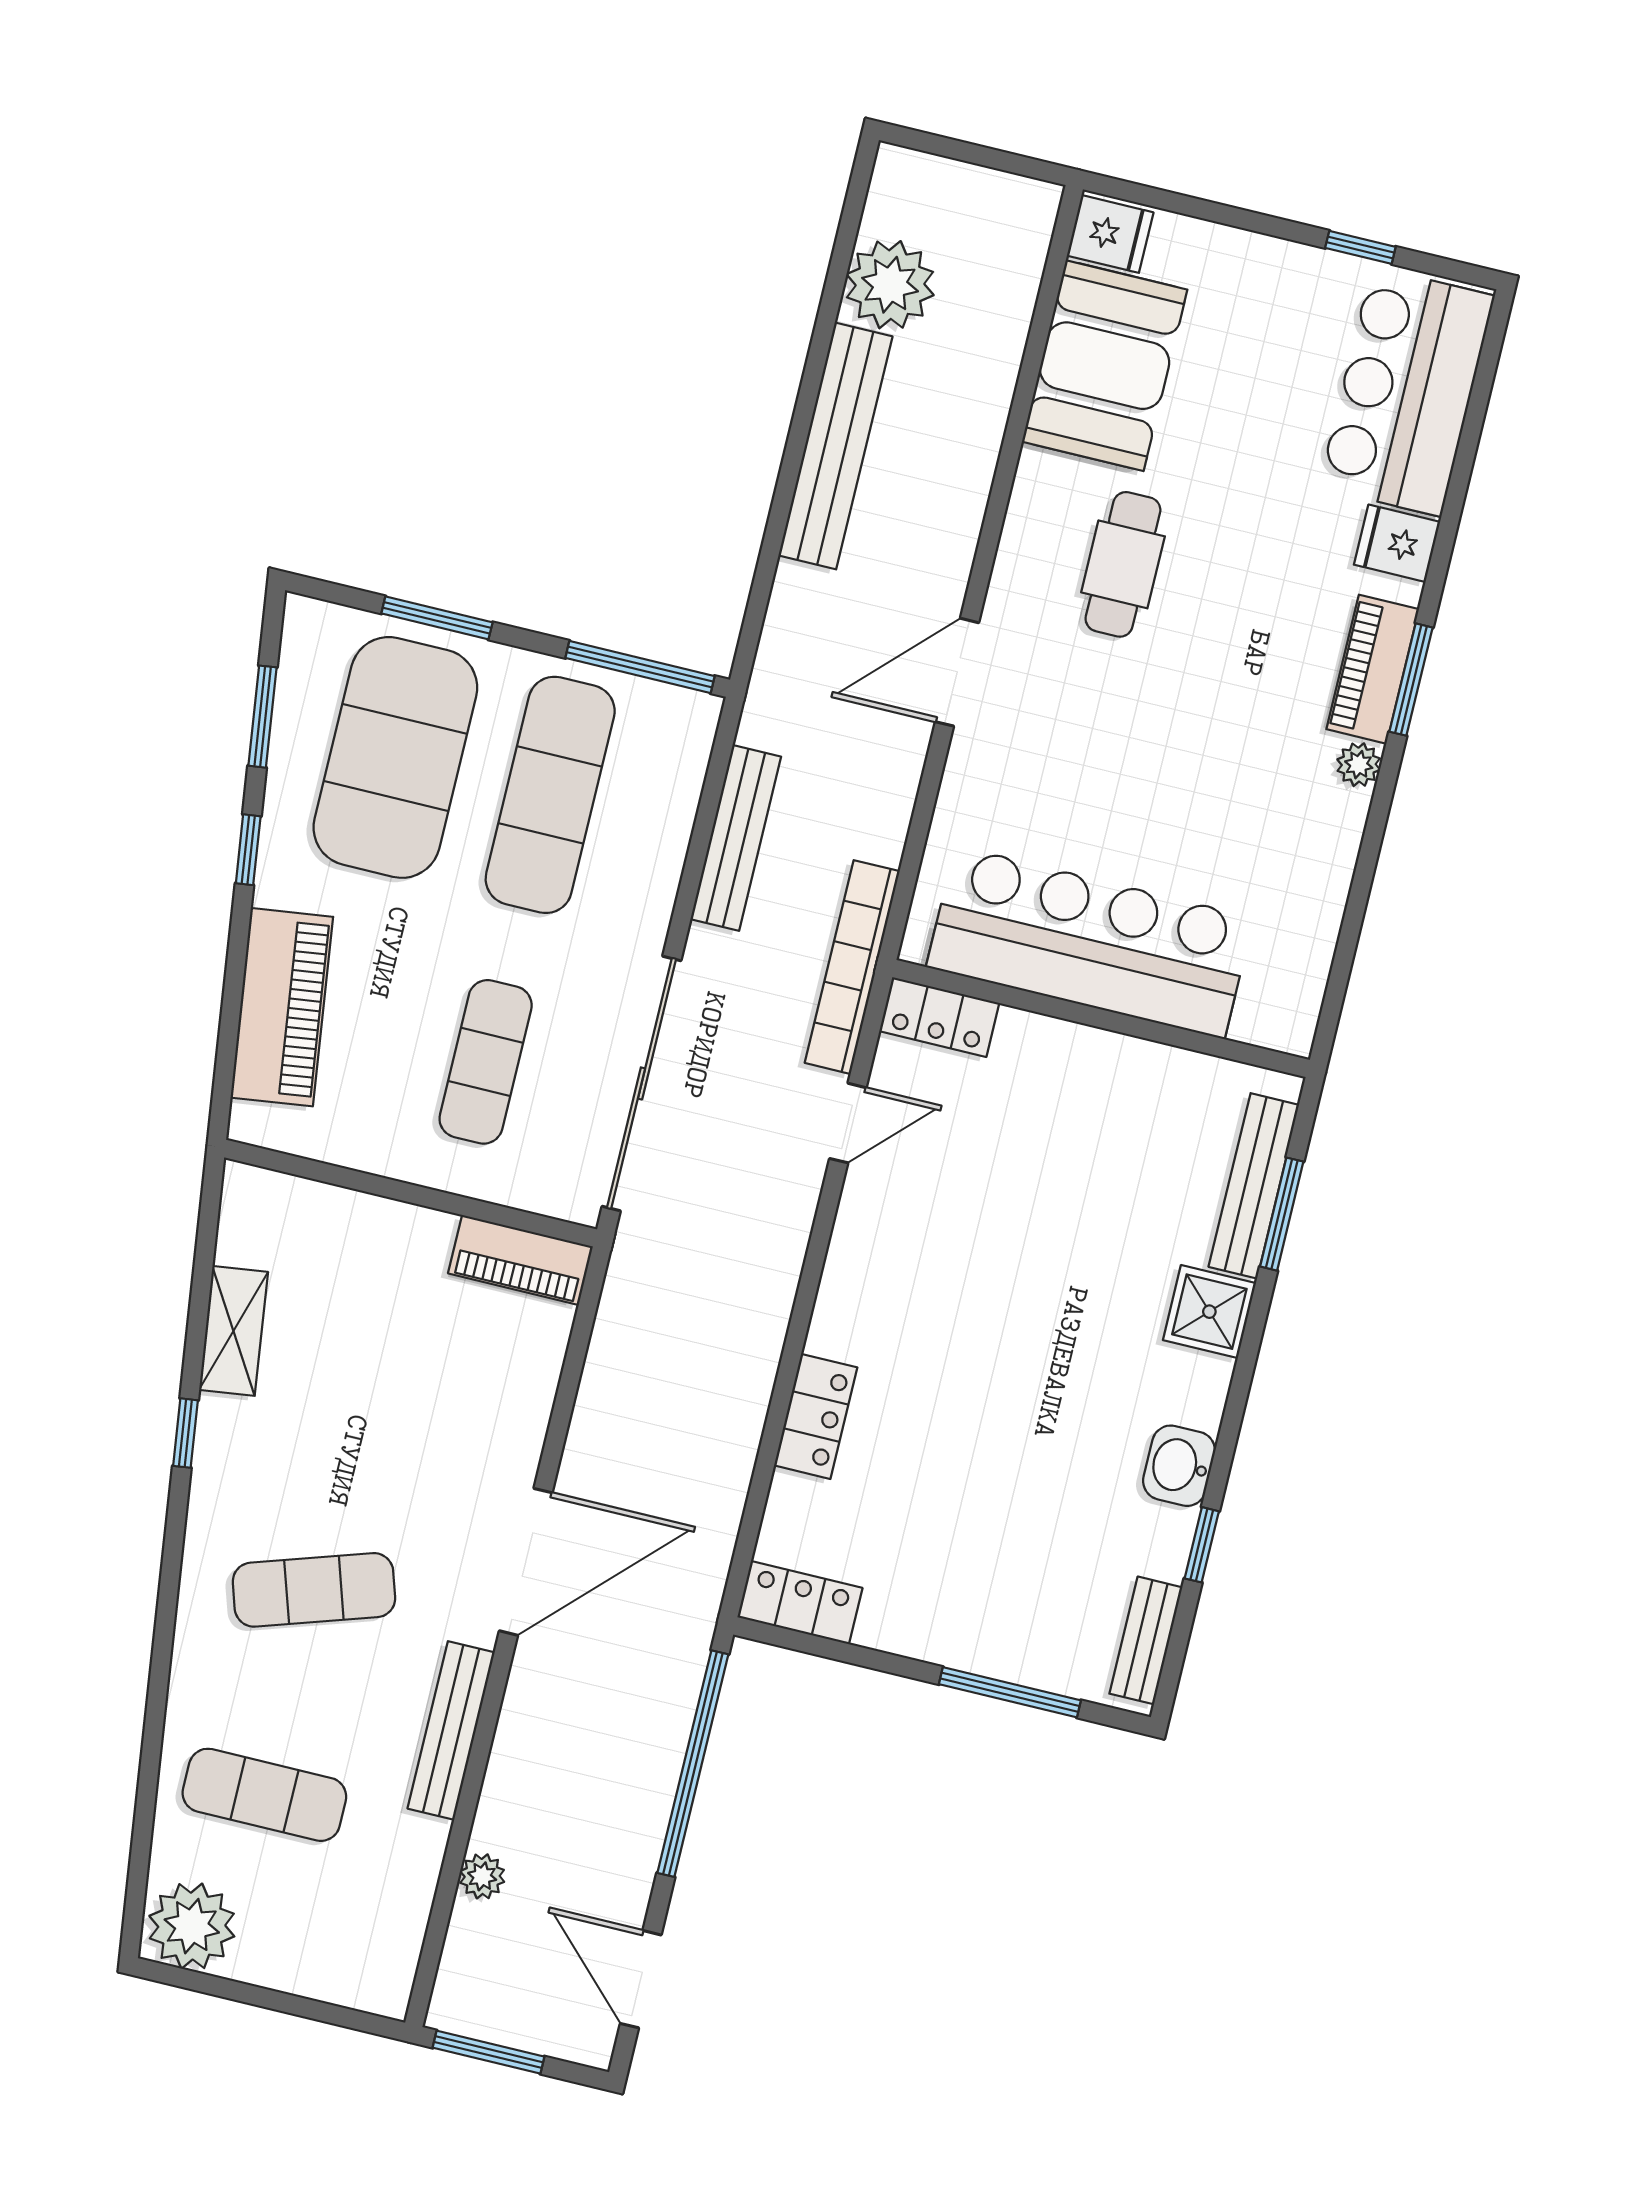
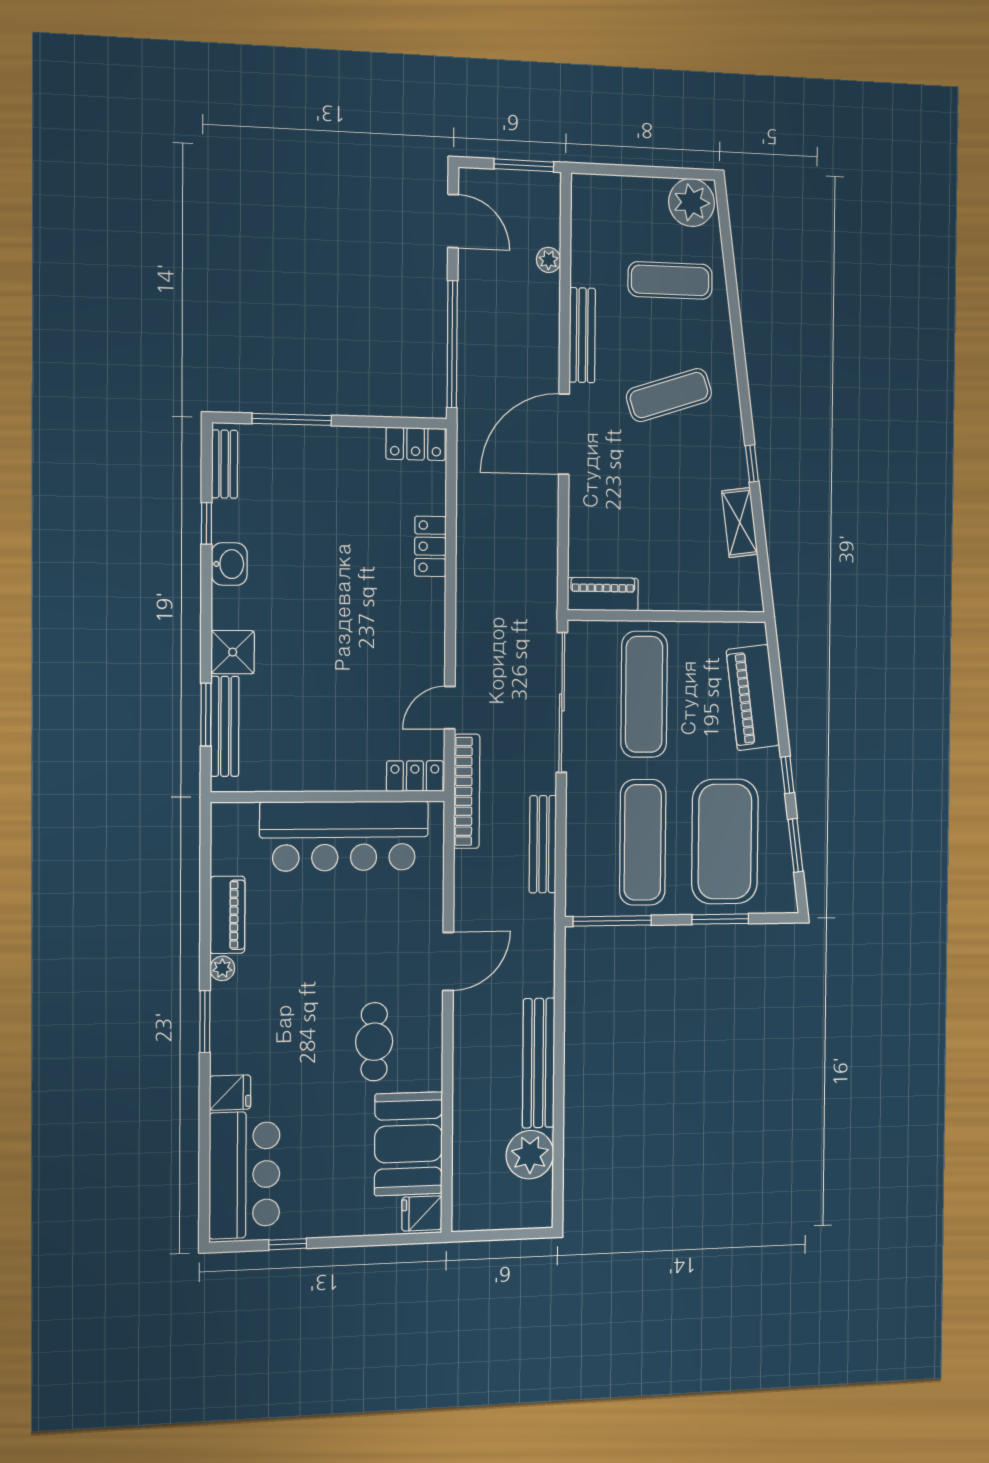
piano: (1373, 669) -> (227, 915), moved
exercise mat: (486, 1062) -> (644, 694), width x1.36, depth x1.45

